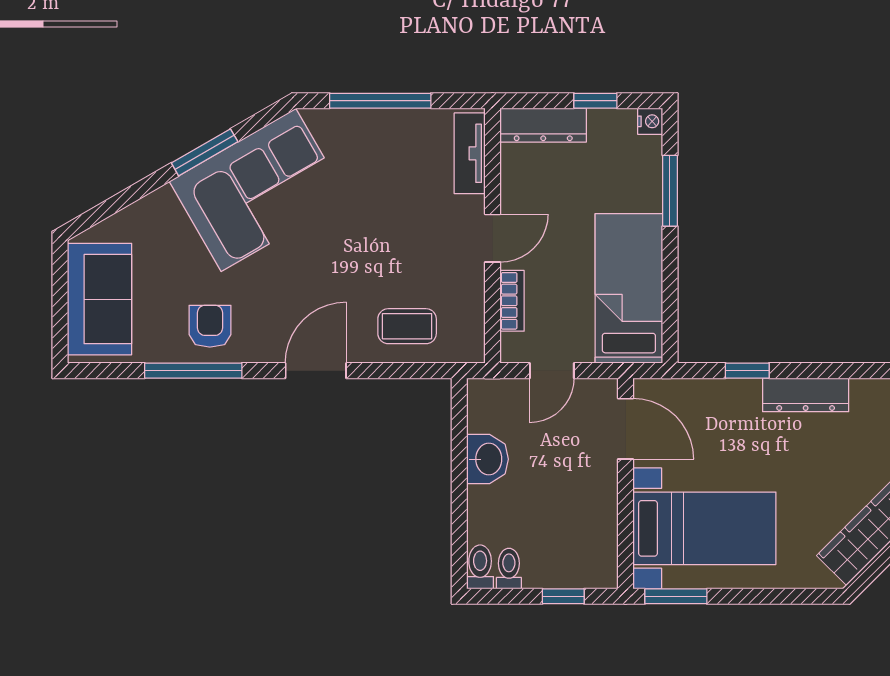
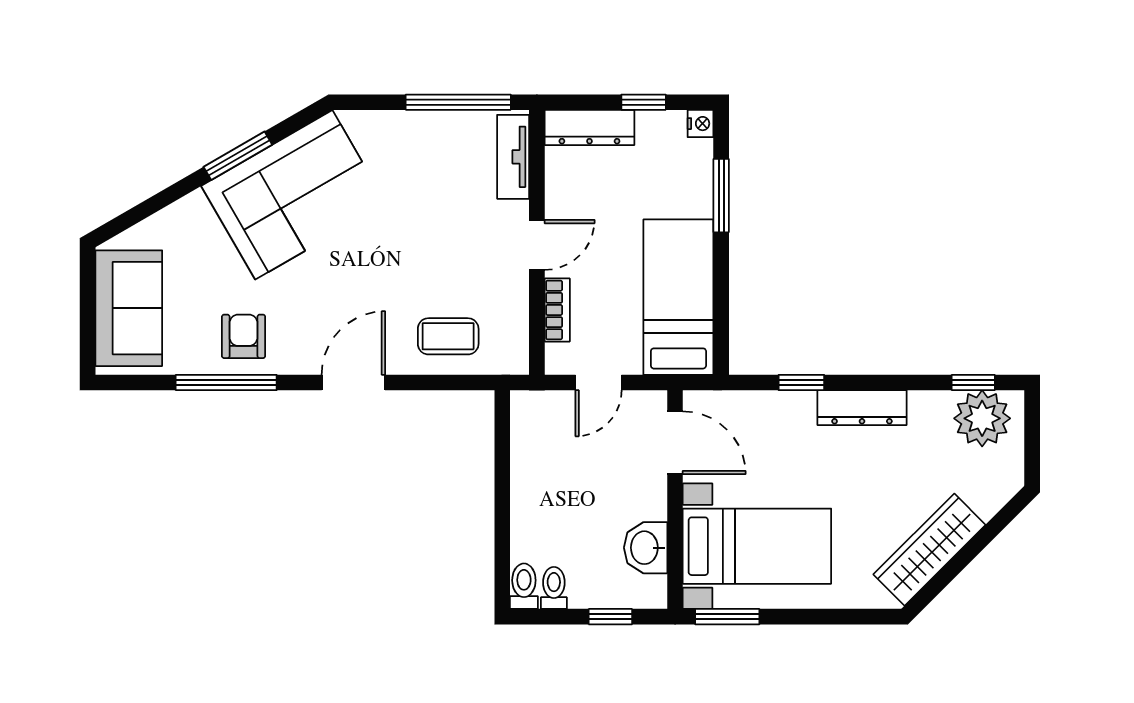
window: (380, 101) -> (458, 102), moved
washbasin: (488, 459) -> (646, 548), moved, turned 180

